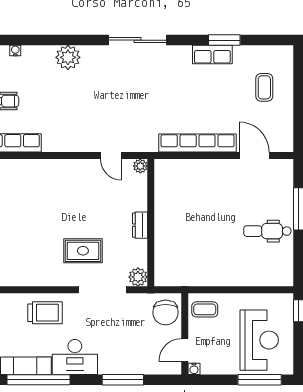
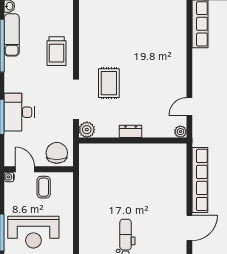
coffee table: (205, 309) -> (44, 187), moved
chair: (166, 312) -> (57, 153), turned 90
desk: (75, 357) -> (19, 112), moved

